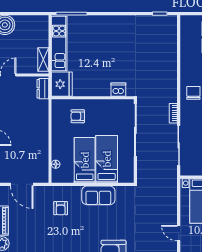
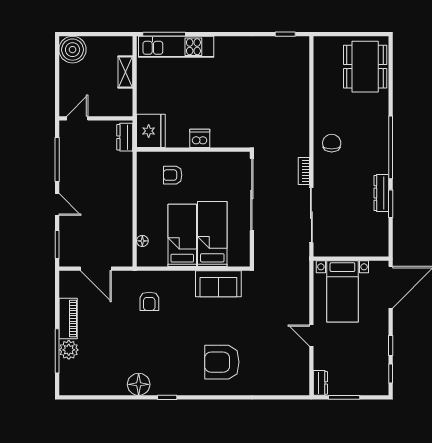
kitchen unit: (59, 44) -> (176, 47), moved, turned 90
shelving: (43, 59) -> (125, 72), moved
dishwasher: (118, 90) -> (200, 138), moved
sofa: (98, 195) -> (218, 284), moved

